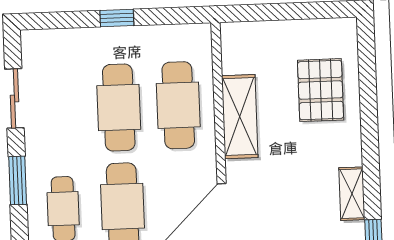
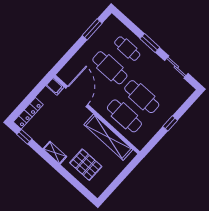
shelving: (240, 117) -> (108, 137), width x1.47
shelving: (352, 194) -> (55, 153), moved

